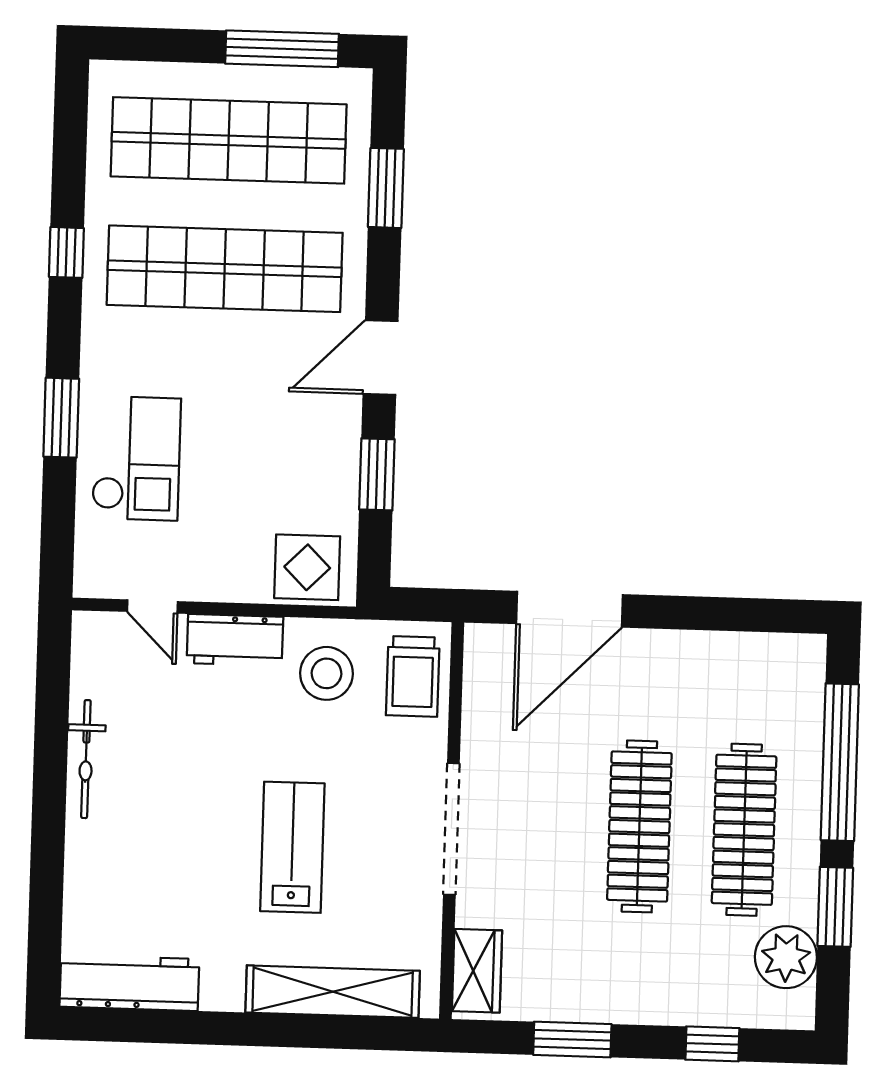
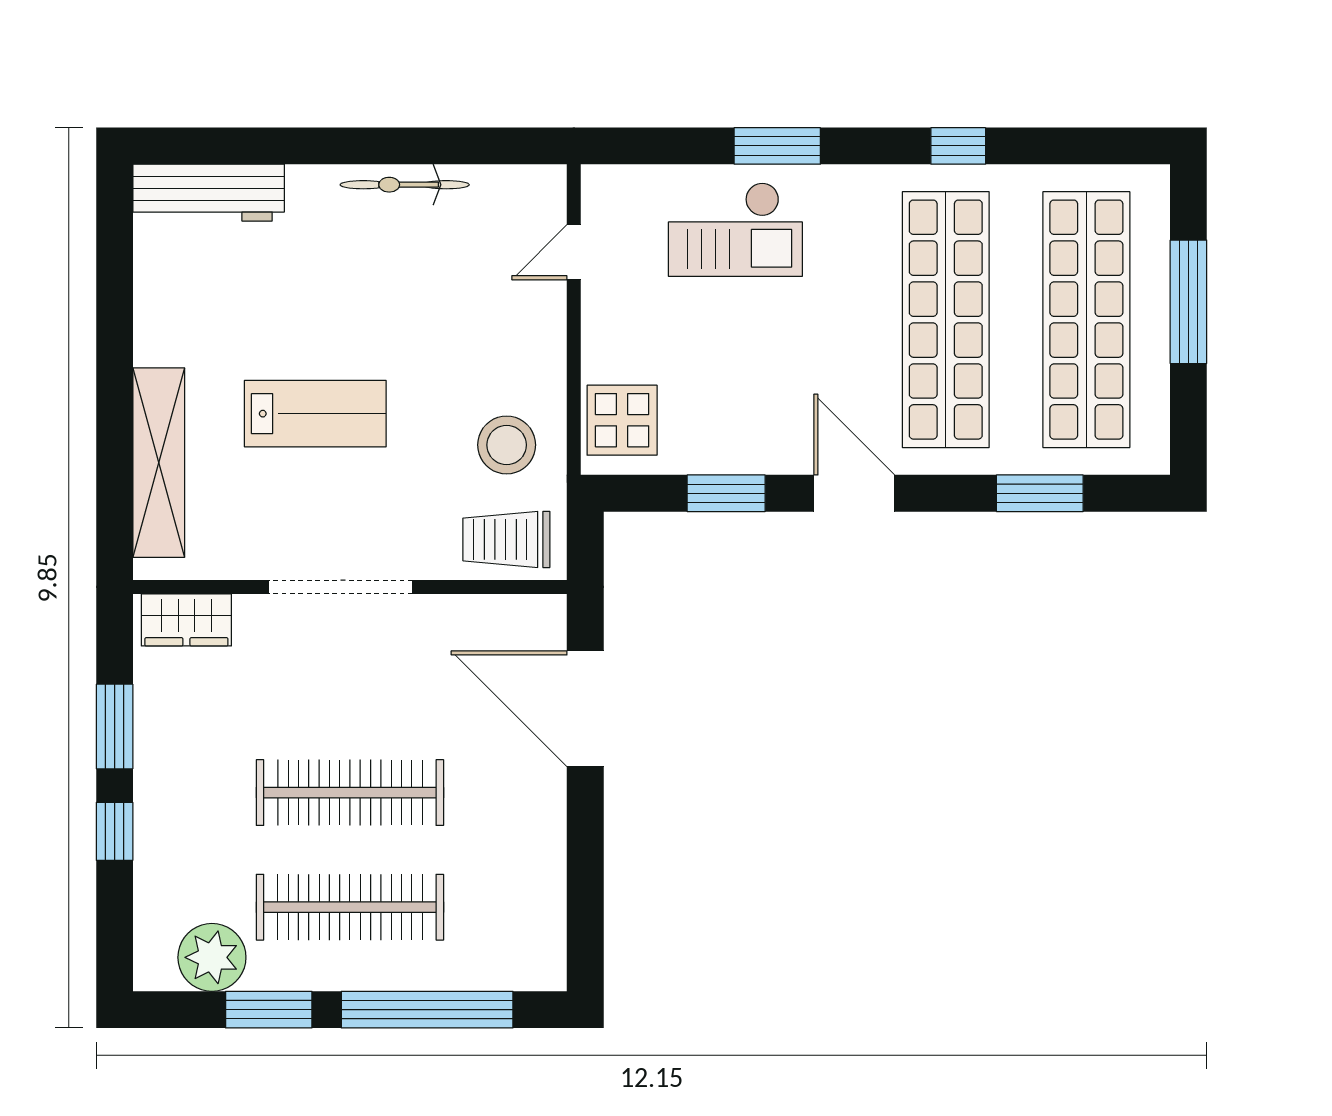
window: (282, 49) -> (1188, 302), moved
workbench: (235, 640) -> (540, 344), removed
workbench: (129, 983) -> (209, 193), moved, turned 90
window: (712, 1044) -> (115, 831), moved

